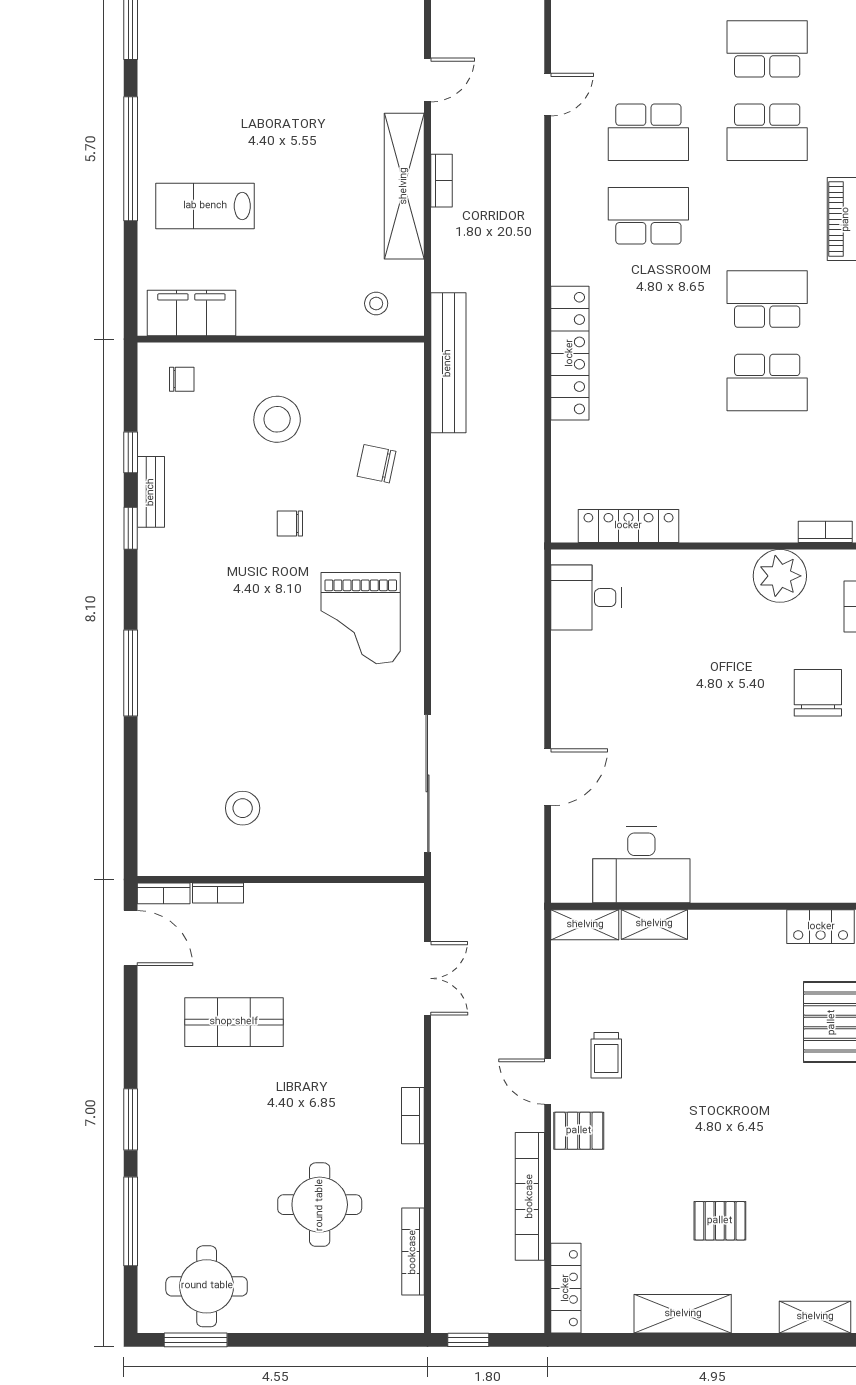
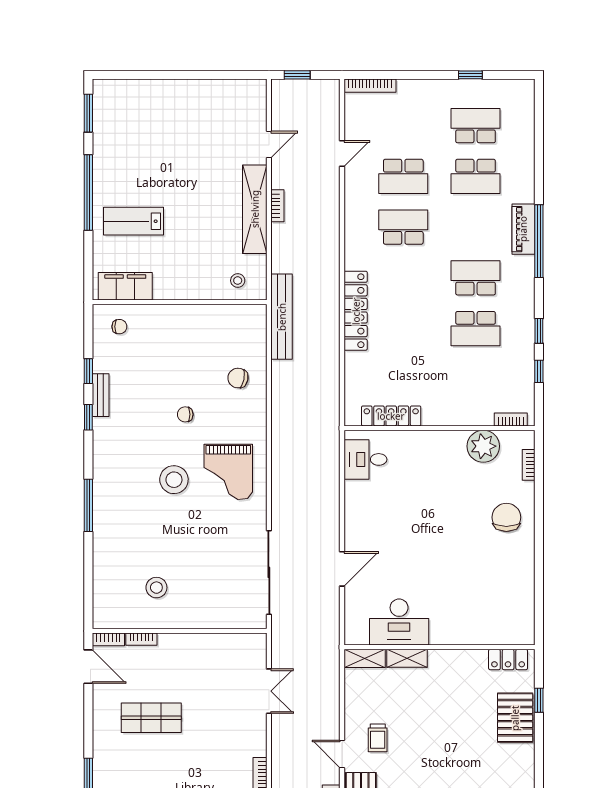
stool: (277, 419) -> (174, 480), moved

